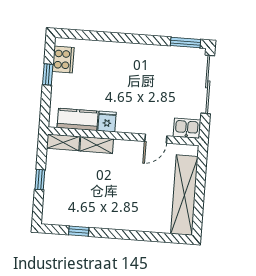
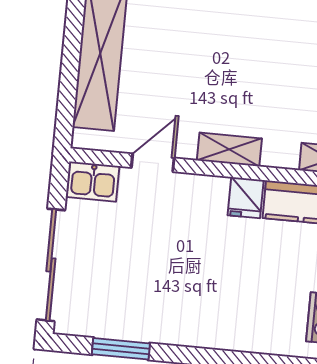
window: (186, 43) -> (121, 349), moved
shelving: (97, 145) -> (229, 149), moved

